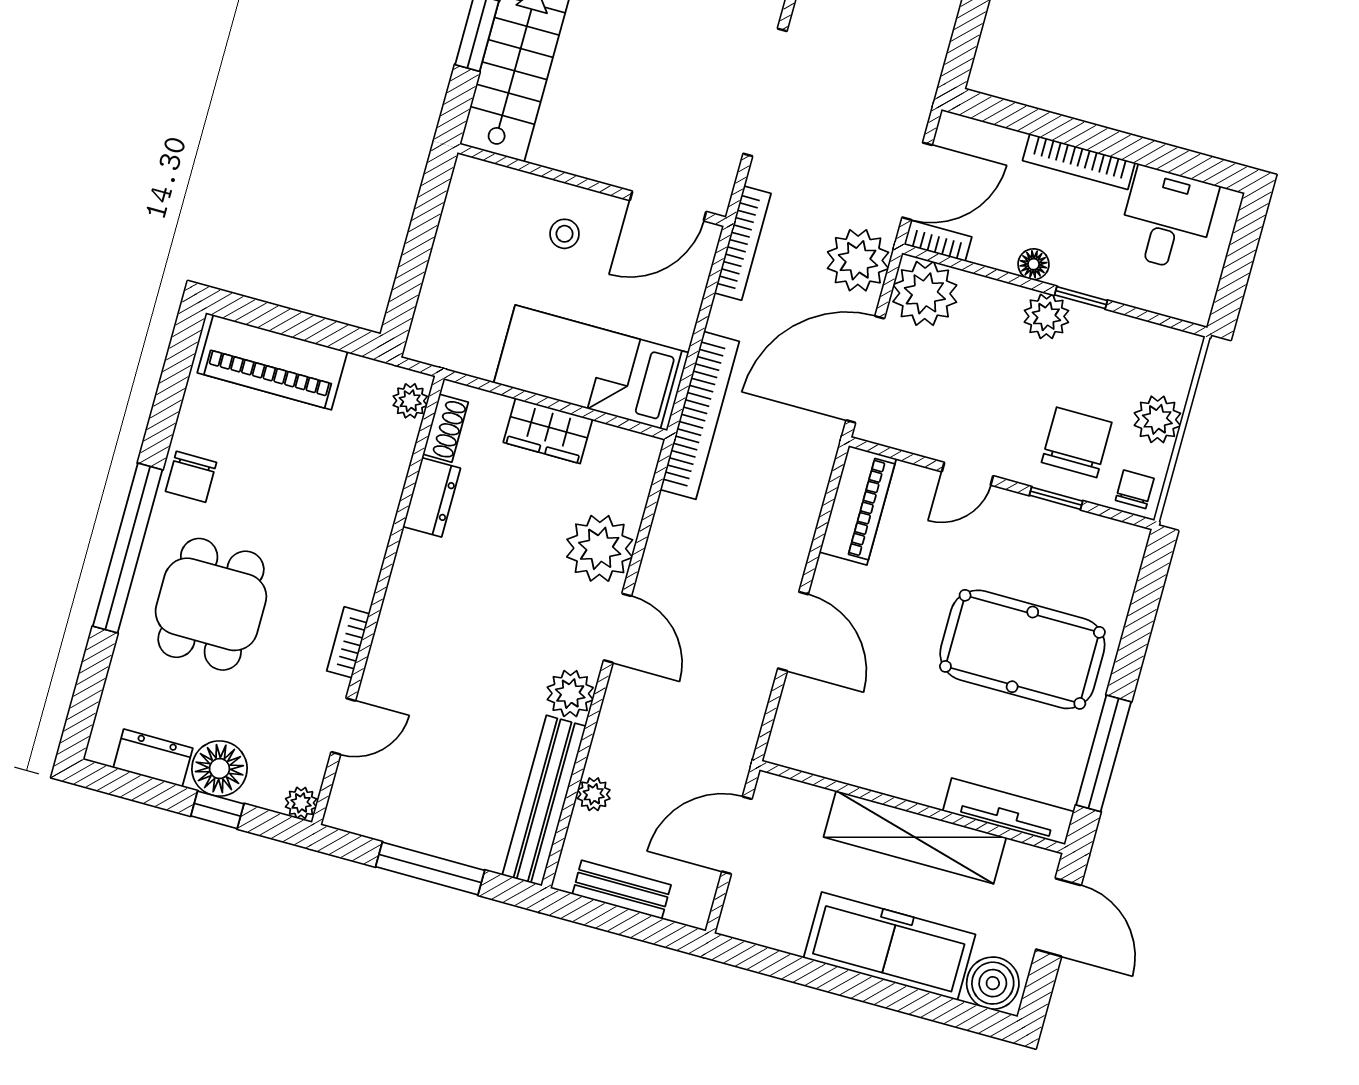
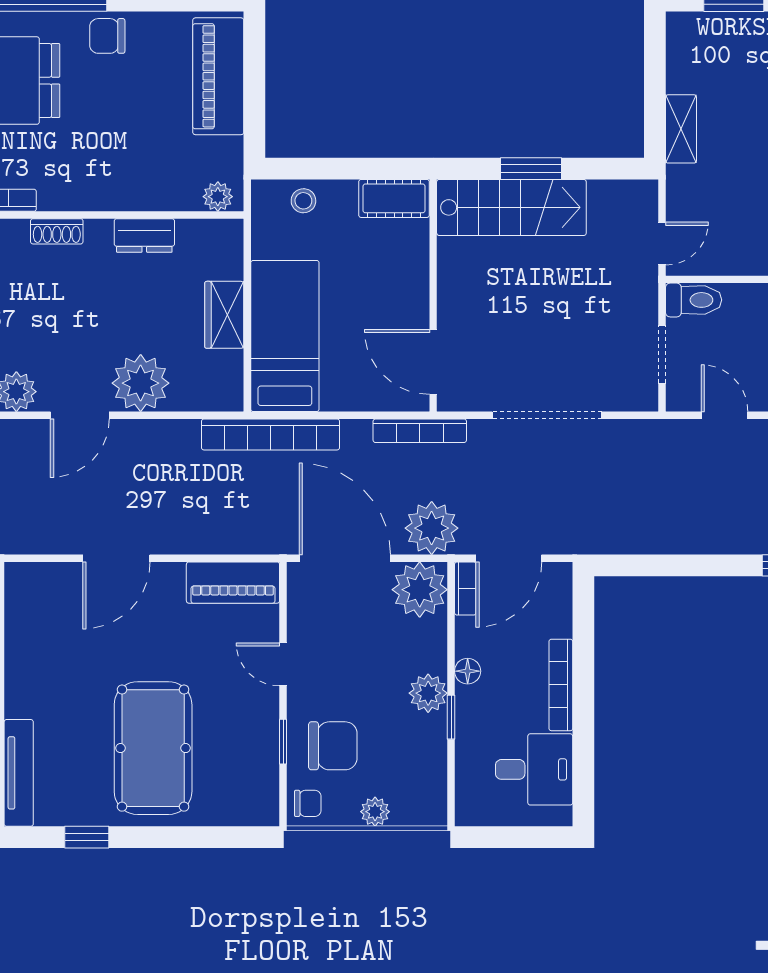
door: (917, 181) -> (509, 558), hinge flipped
cot: (468, 199) -> (394, 198), added
stool: (565, 234) -> (303, 201), moved
plant: (1157, 419) -> (375, 812), width x0.73, depth x0.73
shoe rack: (446, 428) -> (57, 231), moved
window: (1104, 753) -> (87, 837), width x0.46

